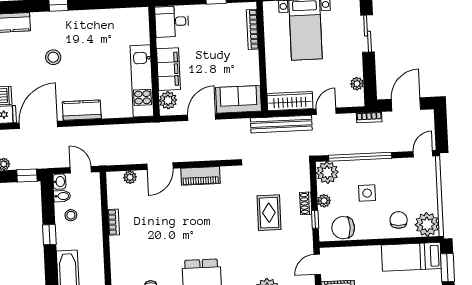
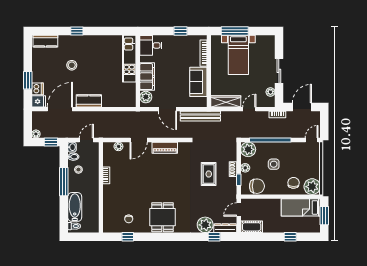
sliding door: (368, 34) -> (279, 71), moved
kitchen unit: (142, 81) -> (129, 59), moved
sofa: (239, 99) -> (198, 82), moved, turned -90
door: (202, 117) -> (167, 109), swing flipped
bench: (281, 124) -> (200, 116), moved
door: (81, 170) -> (86, 140), hinge flipped
chair: (343, 228) -> (257, 186), turned 180
window: (49, 235) -> (64, 182), width x2.17

